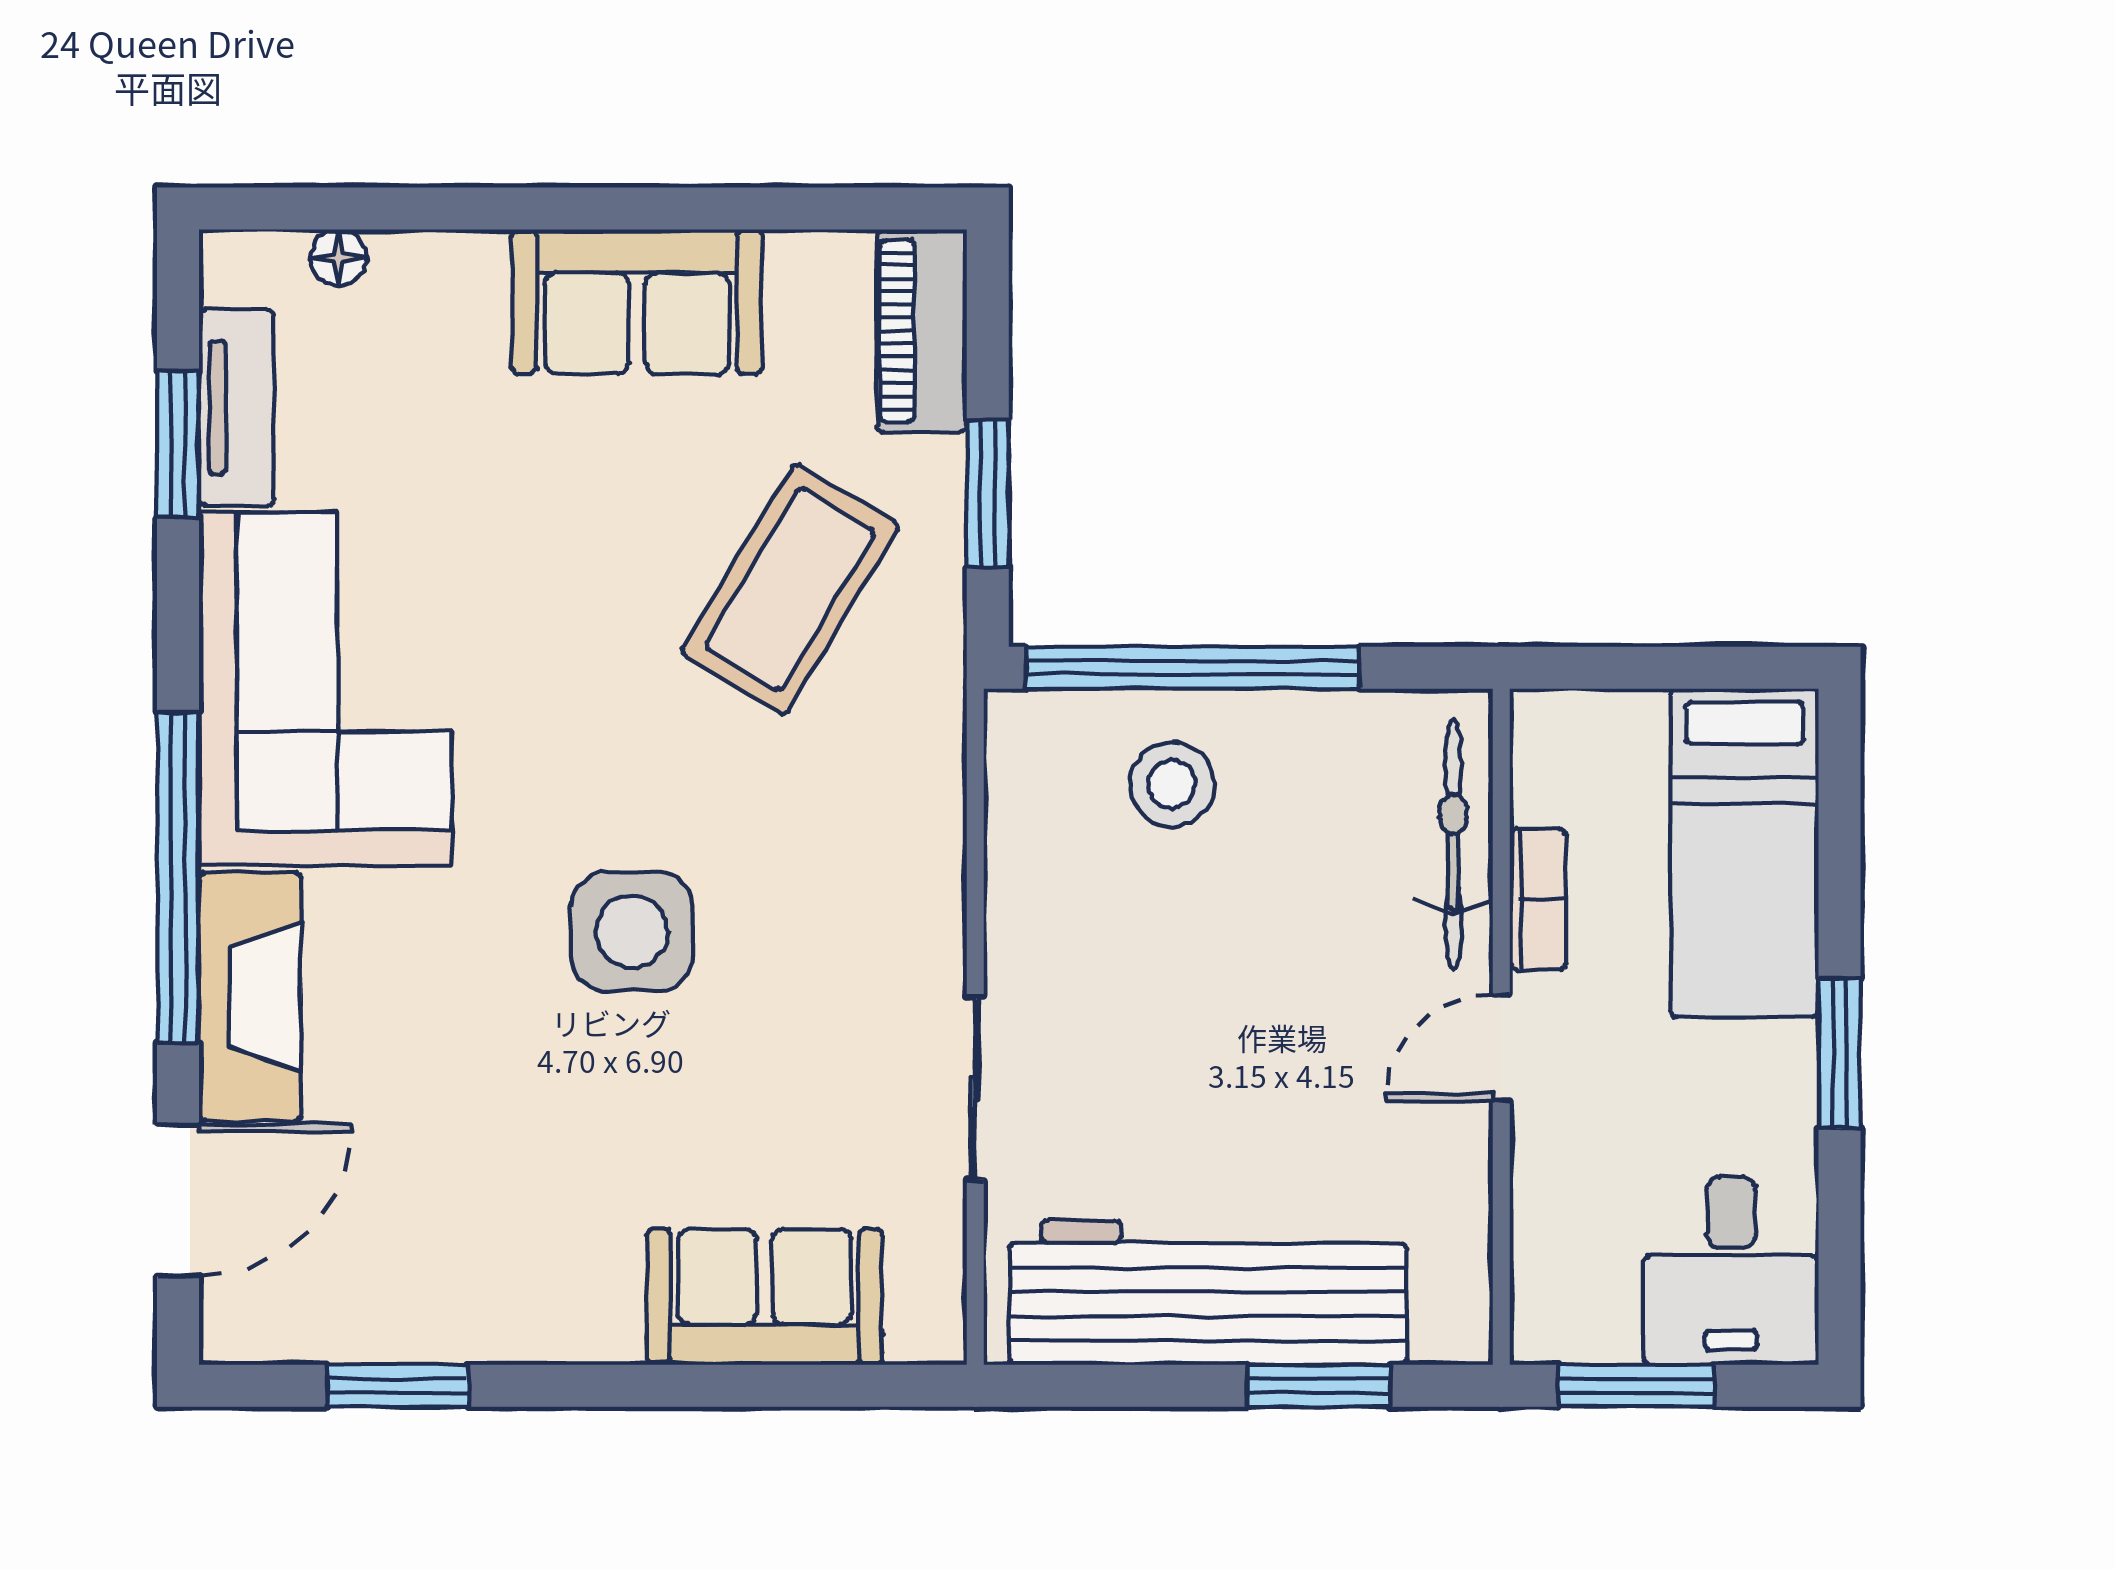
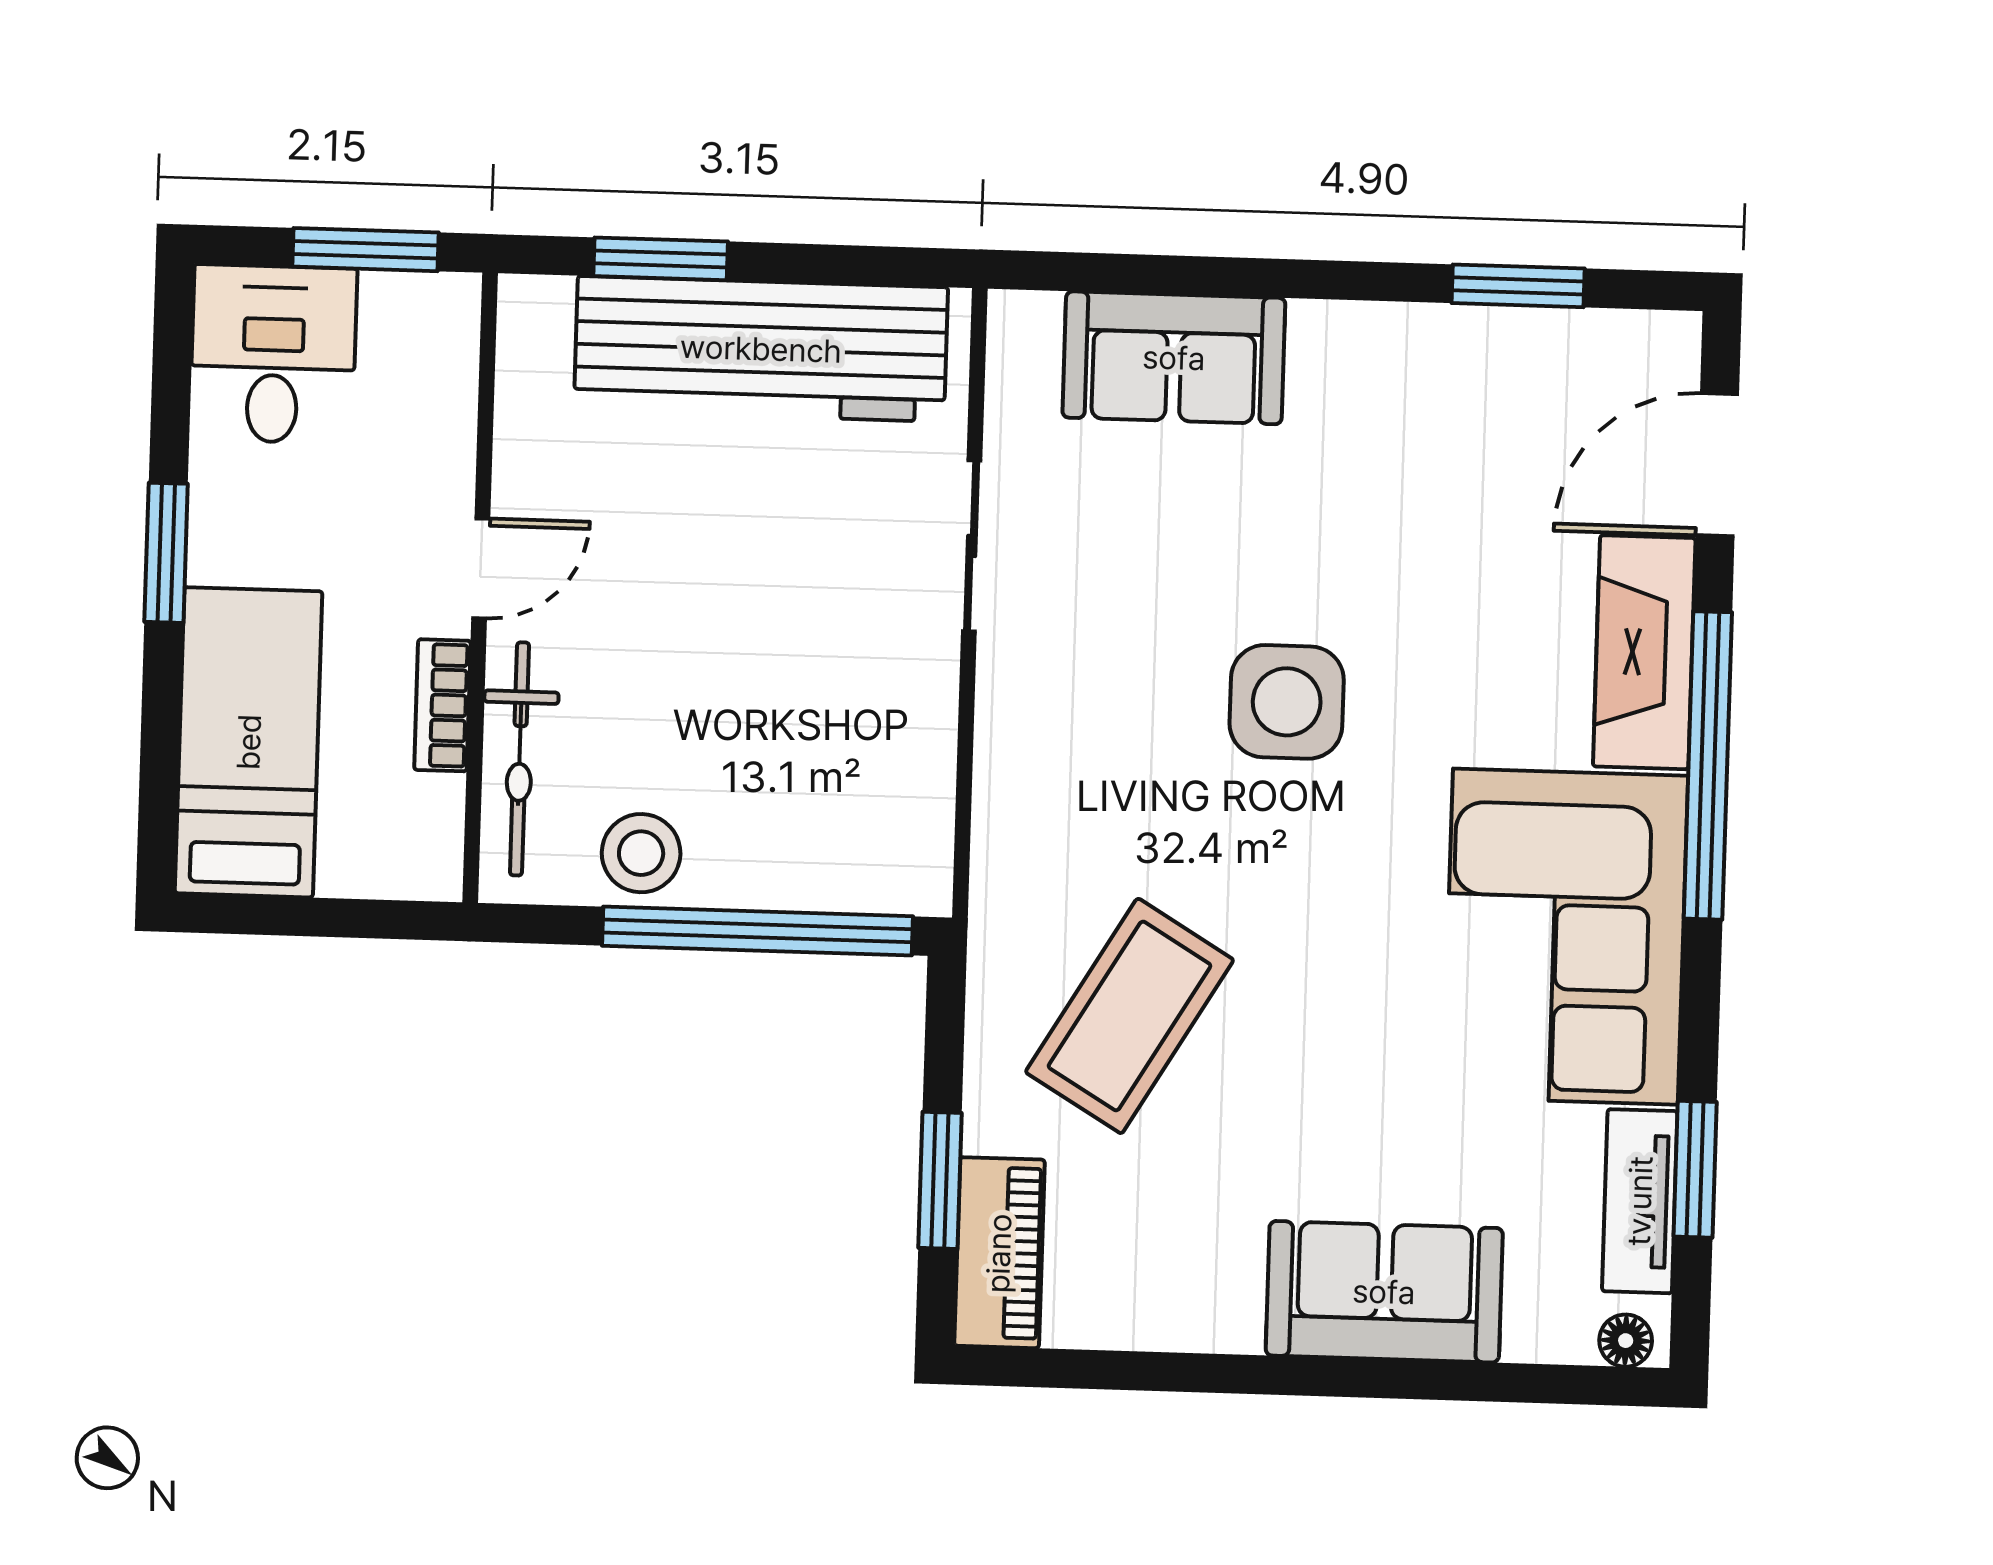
floor lamp: (338, 258) -> (1626, 1341), moved
sofa: (637, 302) -> (1384, 1292), moved
window: (988, 493) -> (940, 1180), moved
stool: (1172, 784) -> (641, 853), moved

